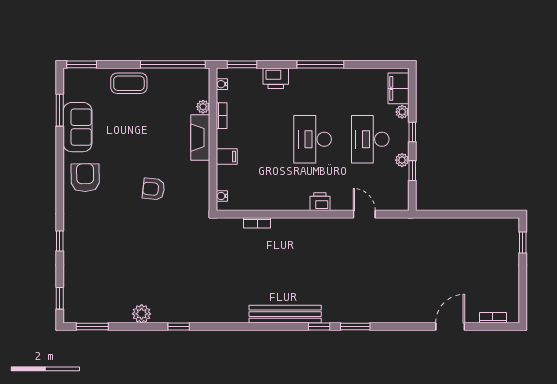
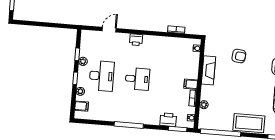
printer: (276, 78) -> (168, 120), moved
coffee table: (129, 83) -> (249, 123), width x1.36, depth x1.32
filing cabinet: (398, 88) -> (81, 106), width x0.50
fireplace: (200, 138) -> (209, 70), moved
desk: (313, 139) -> (137, 79), width x0.73
filing cabinet: (227, 157) -> (191, 84), moved
door: (364, 214) -> (109, 30), swing flipped

